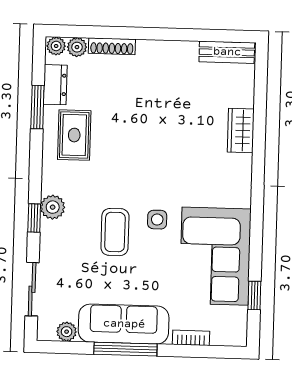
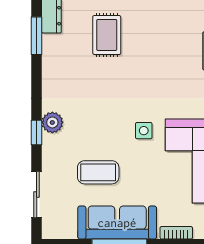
rug: (74, 135) -> (107, 35), moved
coffee table: (115, 232) -> (98, 172), moved, turned 90
plant: (67, 332) -> (68, 231), removed

